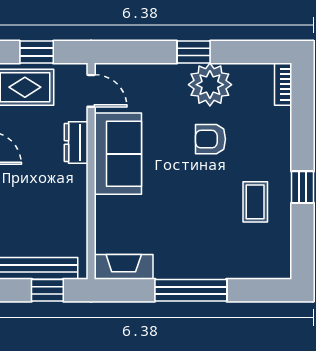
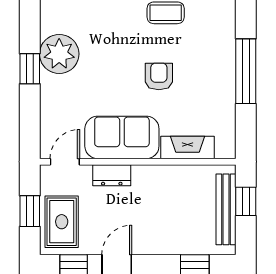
armchair: (210, 139) -> (159, 76), moved, turned 180
fireplace: (124, 267) -> (187, 147), moved, turned 90

